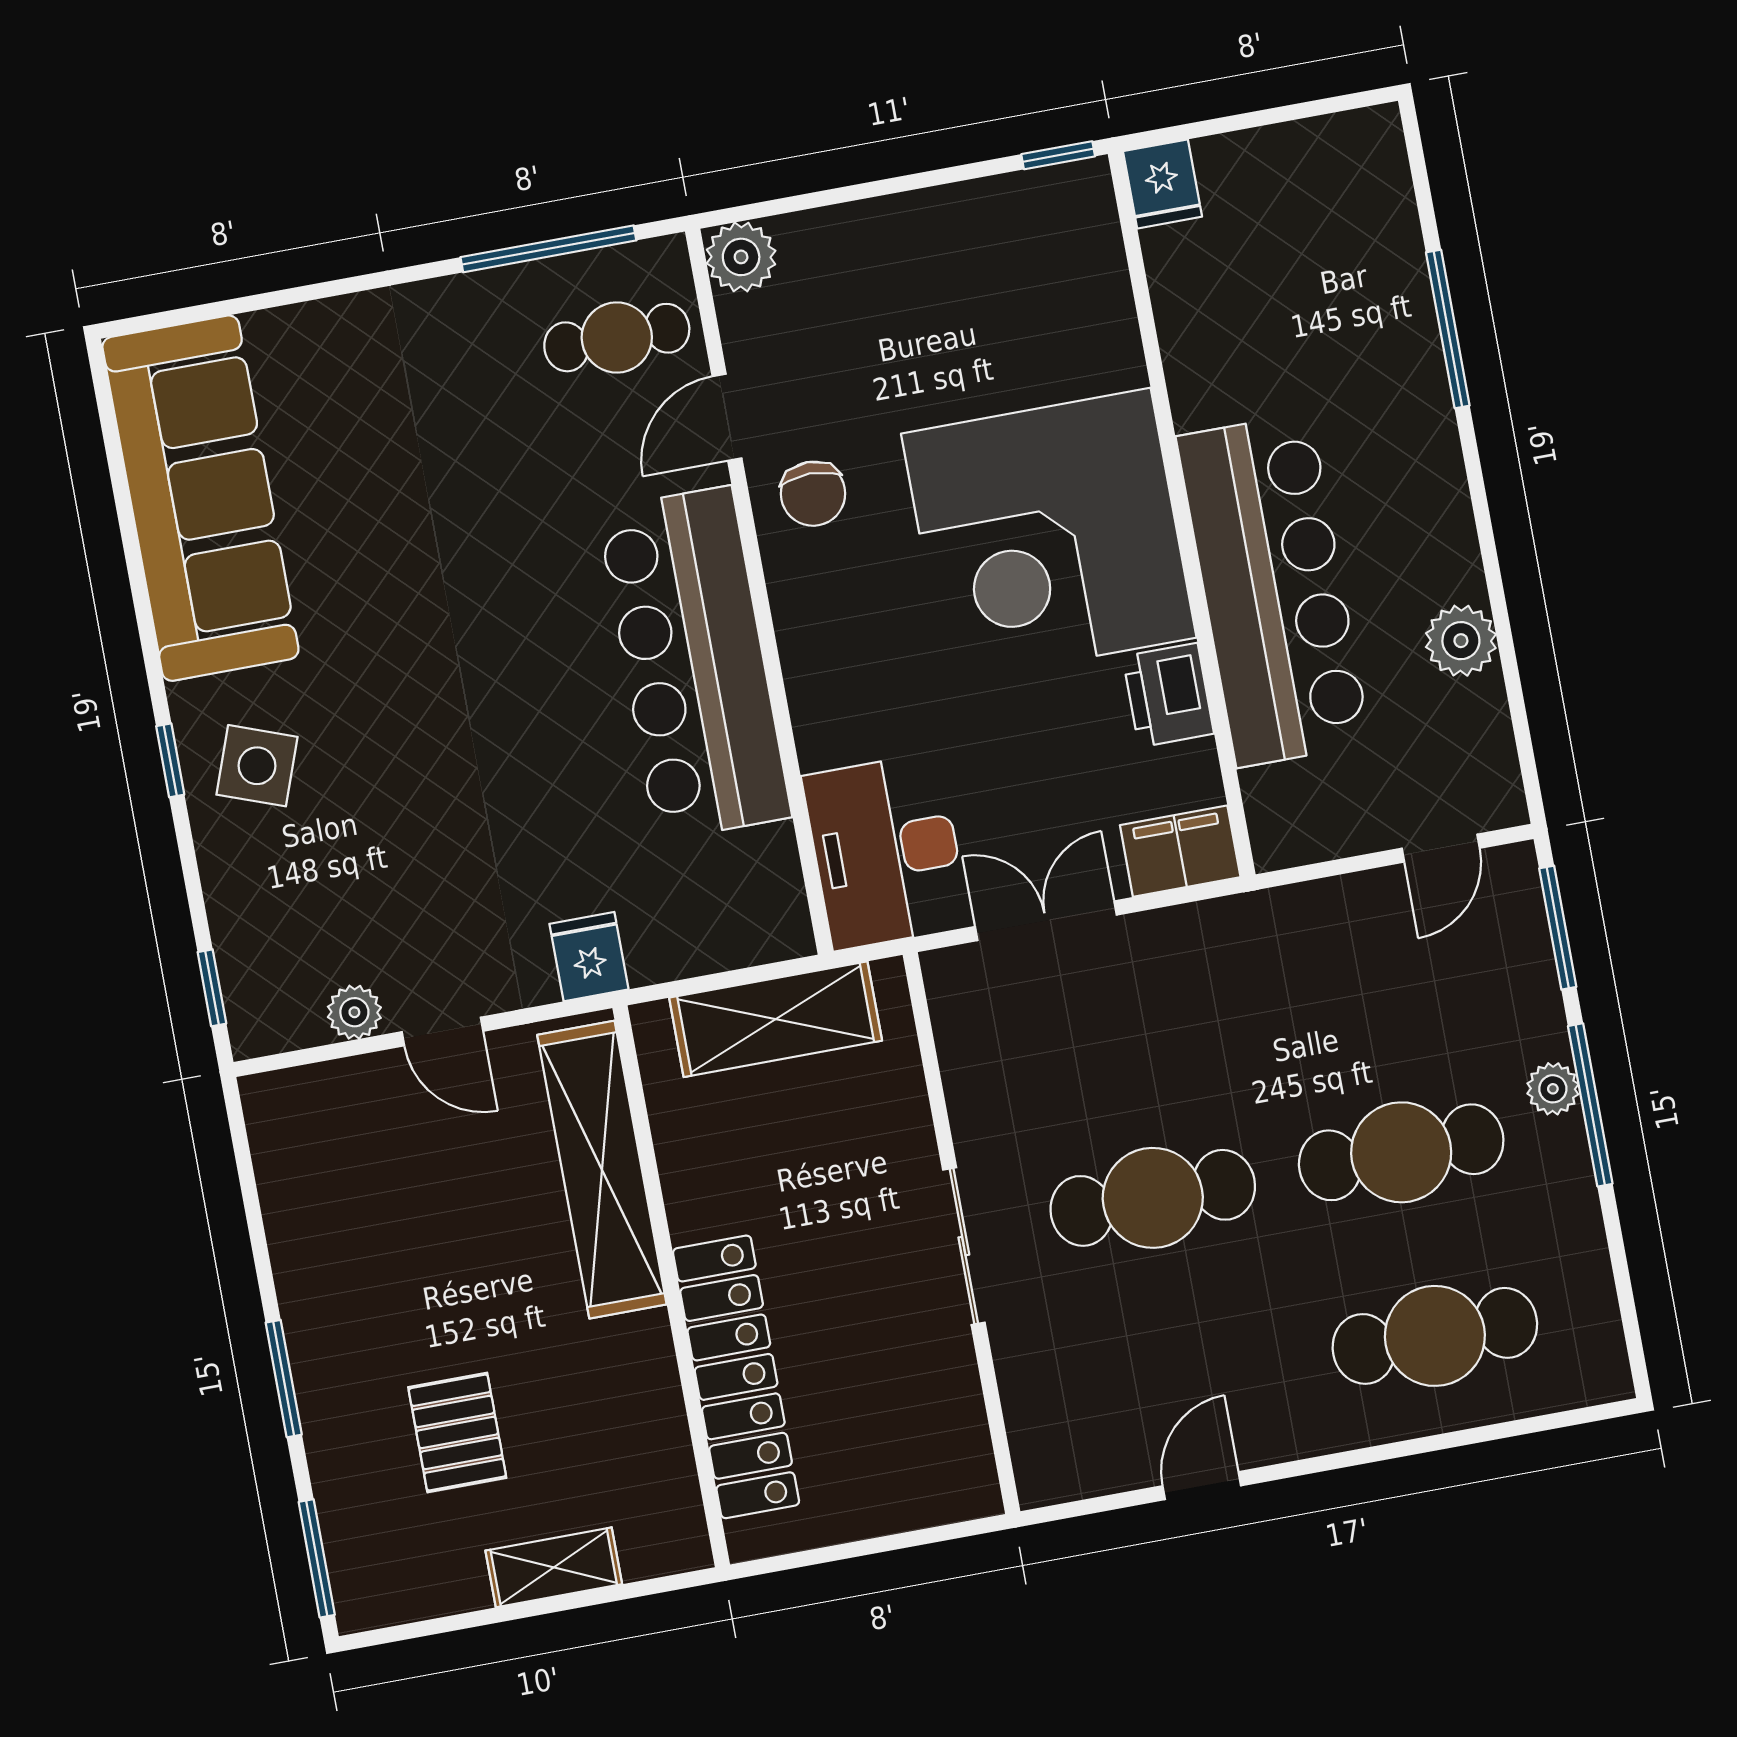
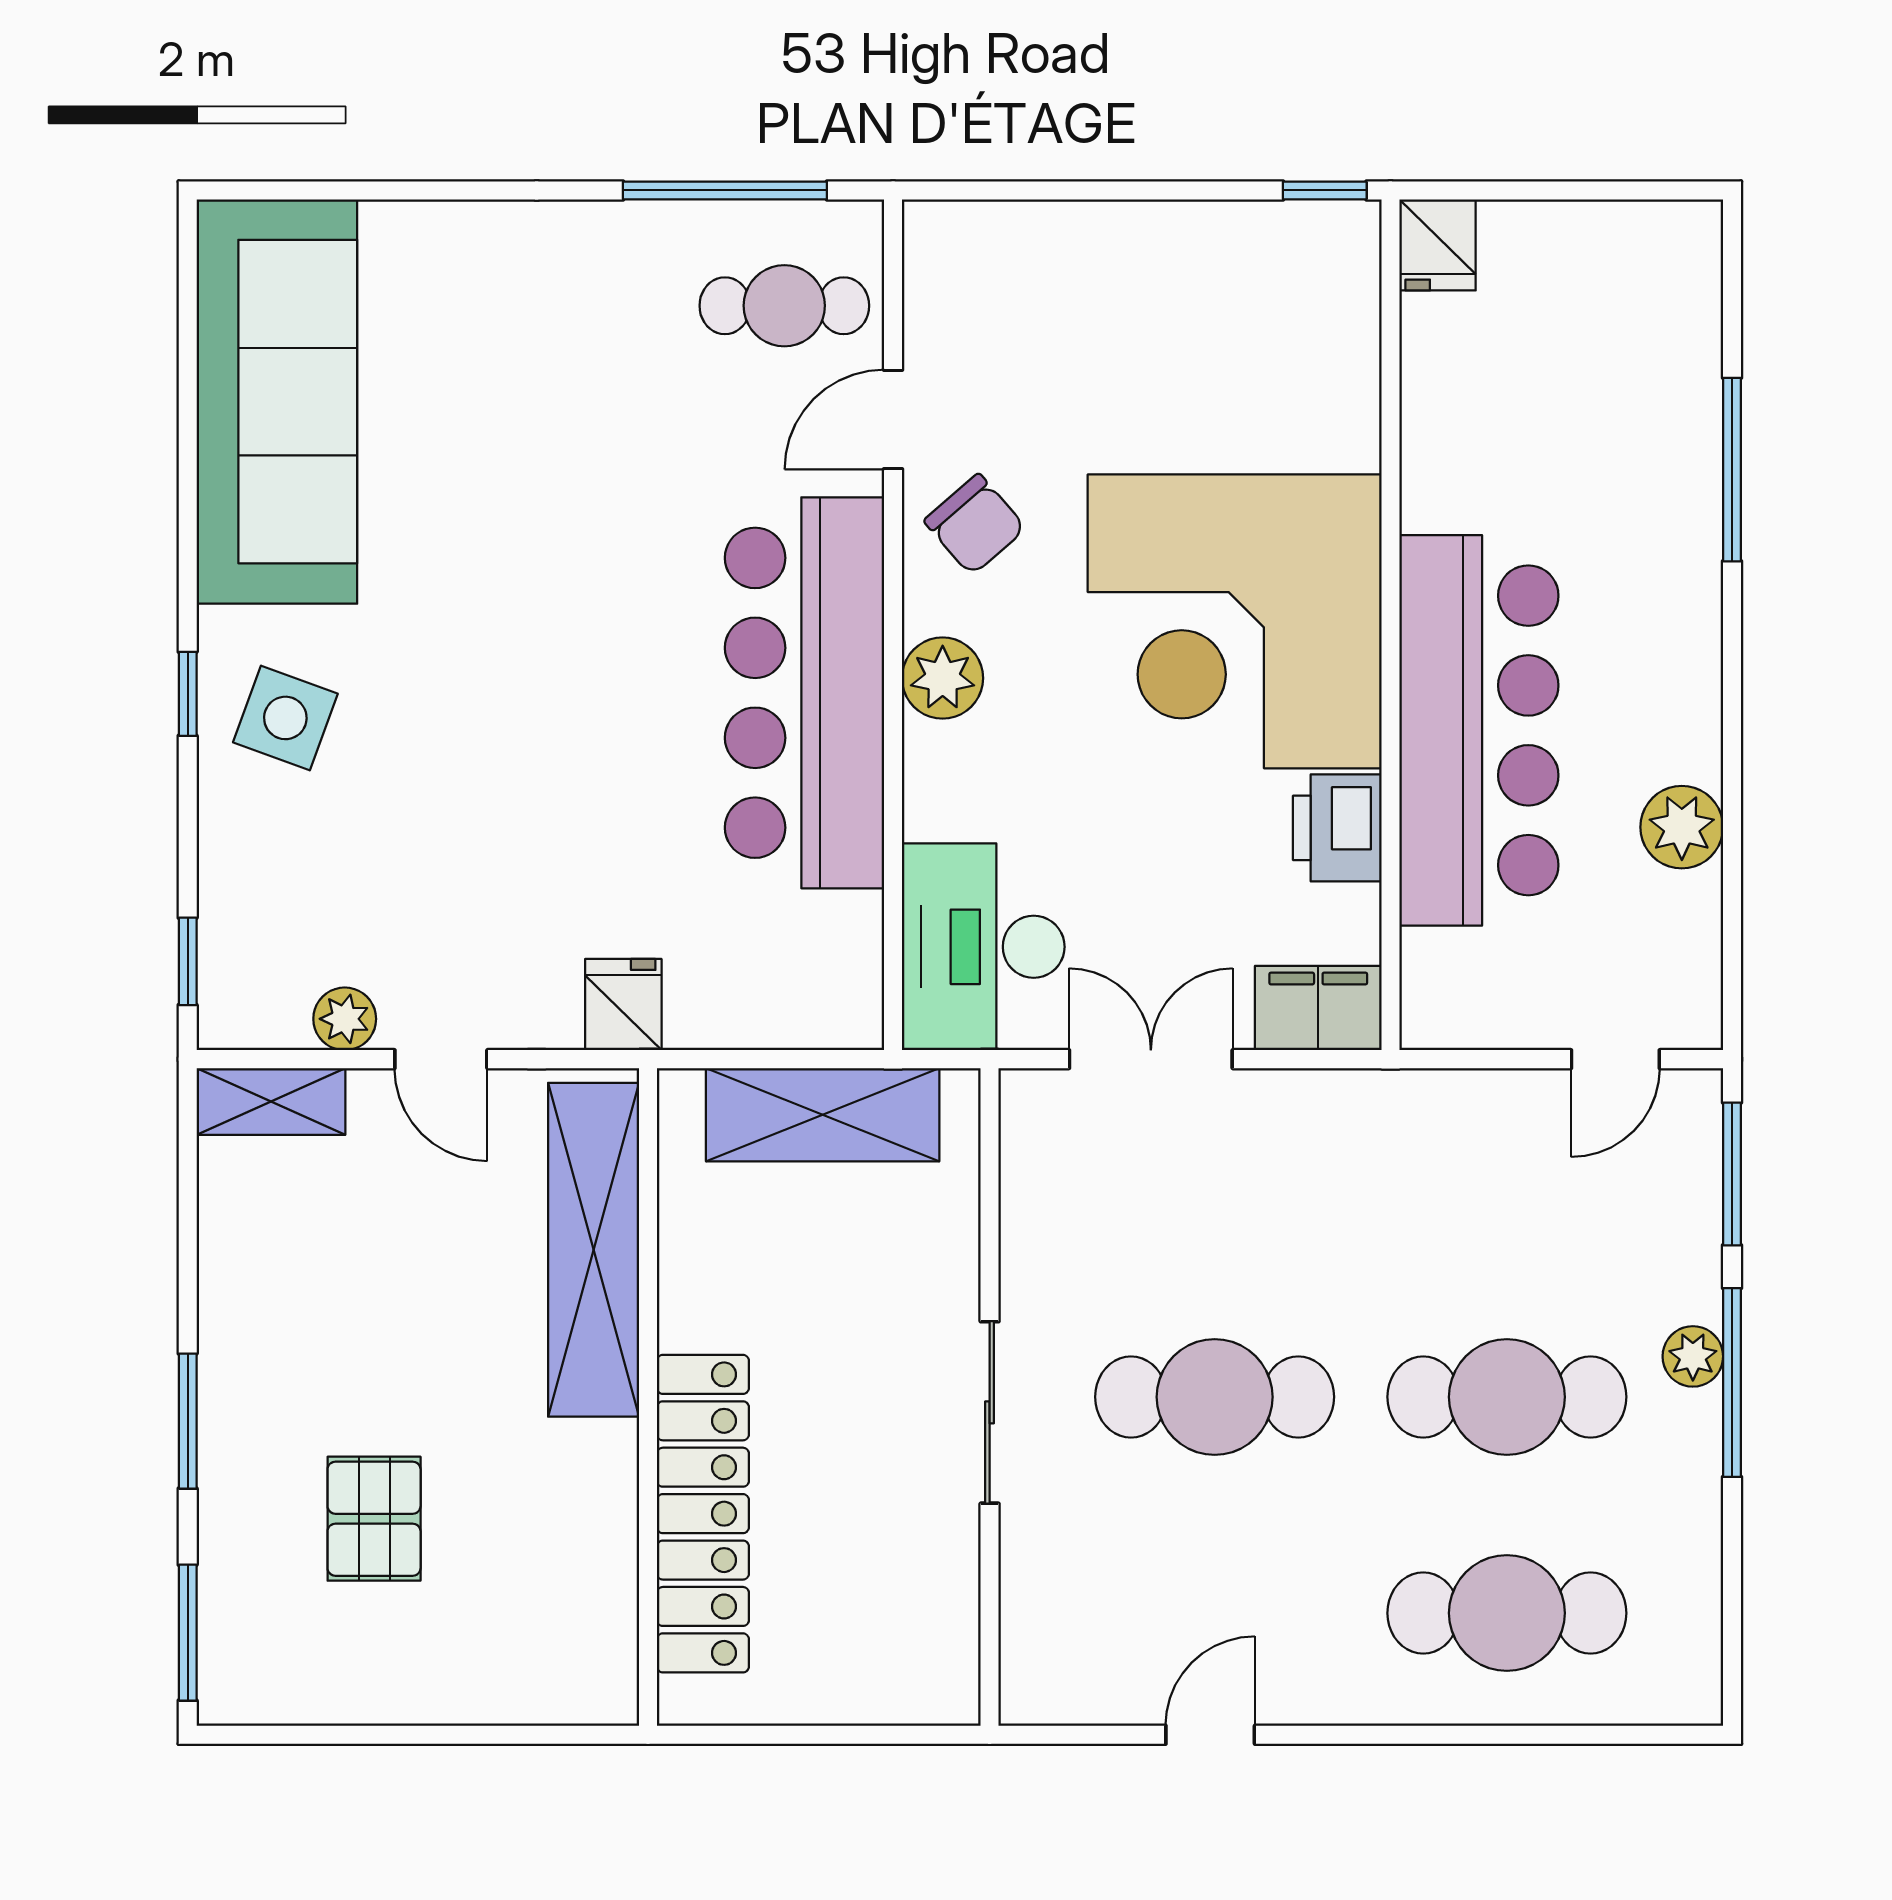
plant: (741, 257) -> (943, 678), moved
chair: (813, 494) -> (975, 524), turned -41
shelving: (554, 1567) -> (271, 1102), moved

